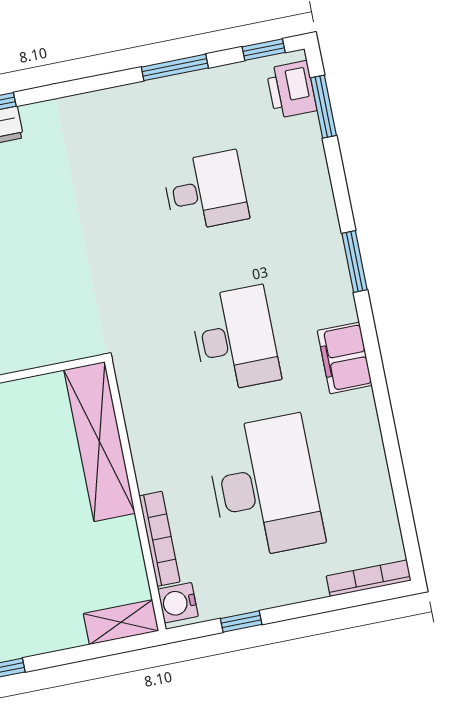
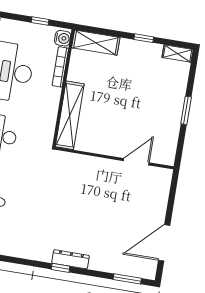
shelving: (121, 622) -> (96, 43), width x1.50, depth x1.33

